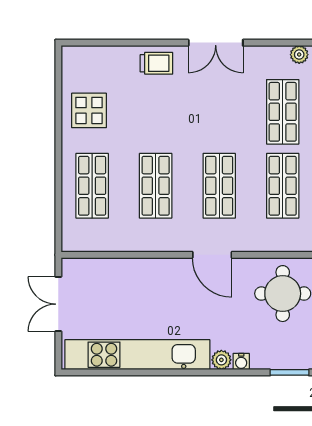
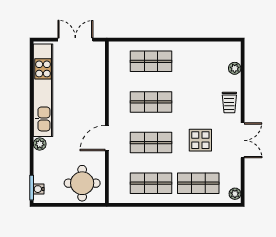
double door: (216, 43) -> (243, 140), swing flipped
plant: (103, 55) -> (235, 68), added
display table: (89, 110) -> (200, 140), moved
water cooler: (241, 362) -> (39, 189), moved

